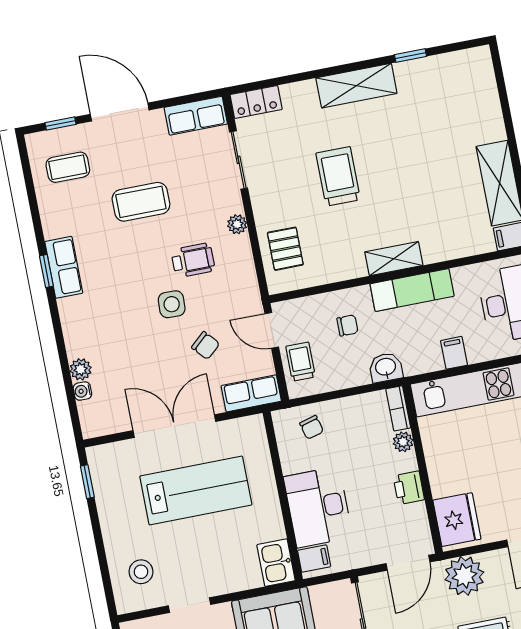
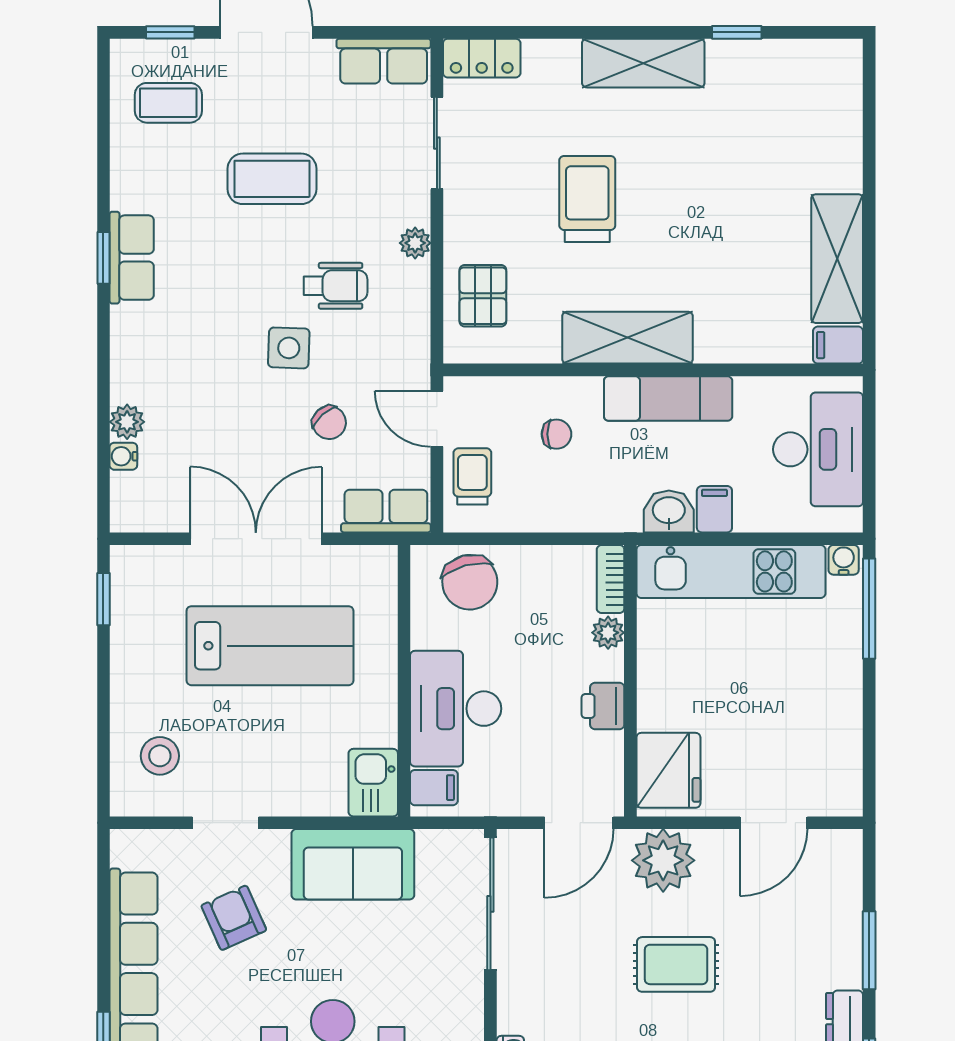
shelving: (394, 259) -> (627, 338), width x1.50, depth x1.33
washbasin: (386, 367) -> (669, 511), moved
chair: (312, 427) -> (470, 582), width x1.87, depth x1.87

